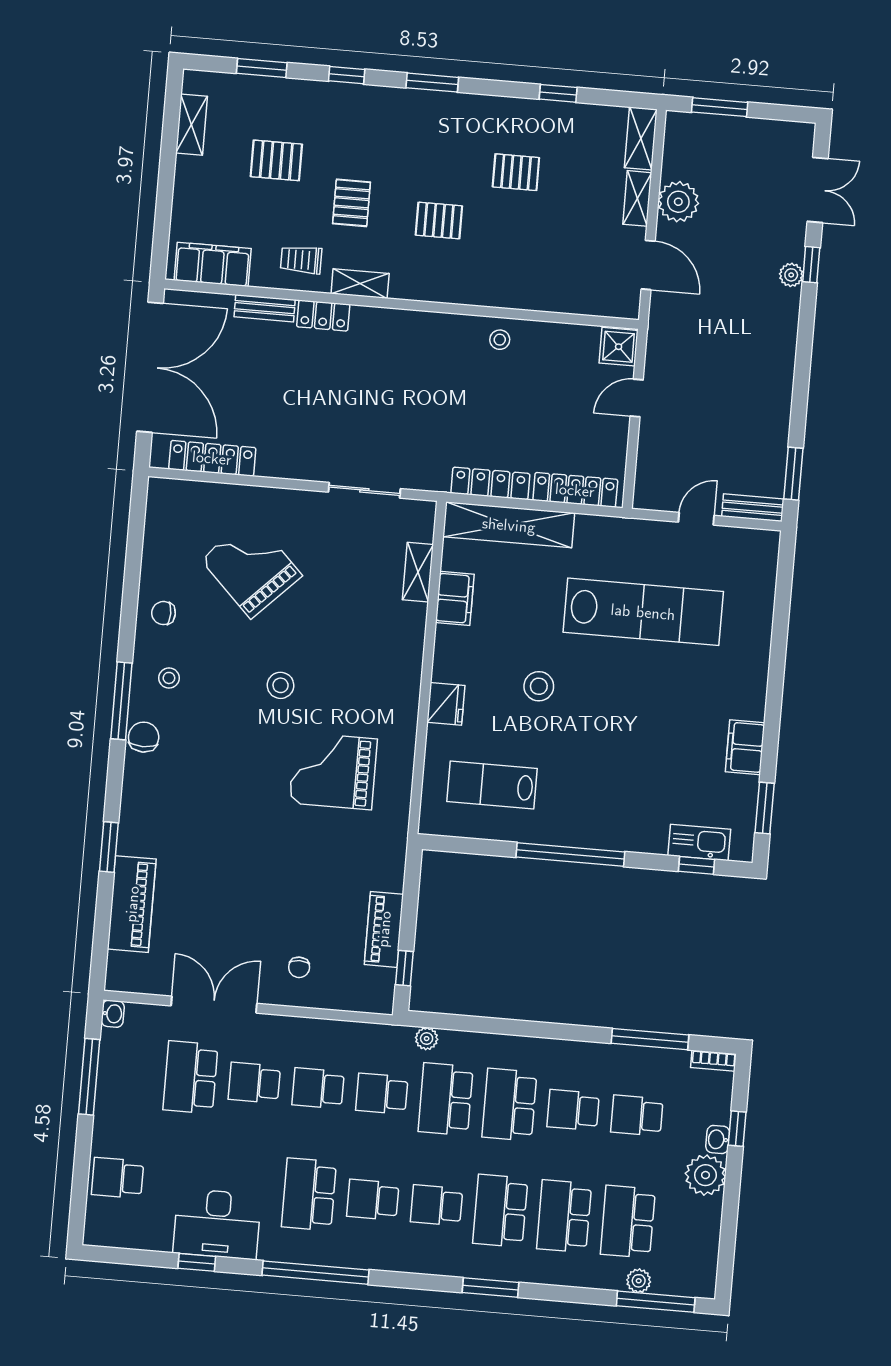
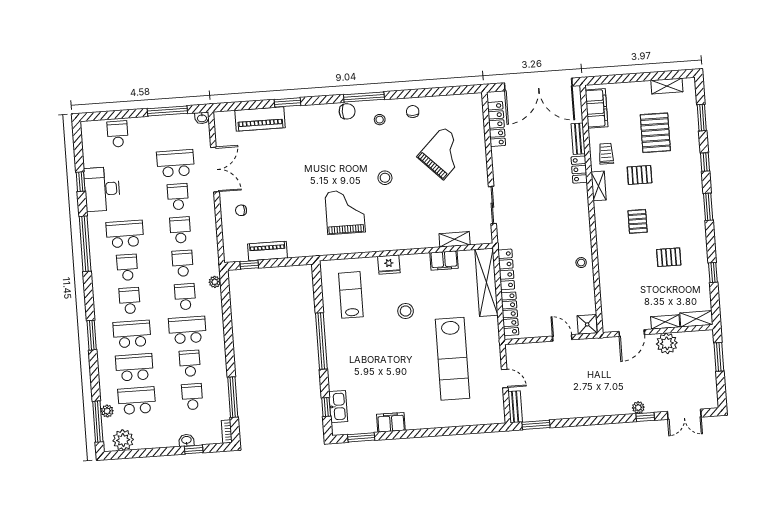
pallet: (276, 160) -> (655, 133), width x1.50, depth x1.42
pallet: (516, 172) -> (669, 257), turned 90
school desk: (446, 1099) -> (185, 297), width x0.54
plant: (705, 1175) -> (123, 440), moved

